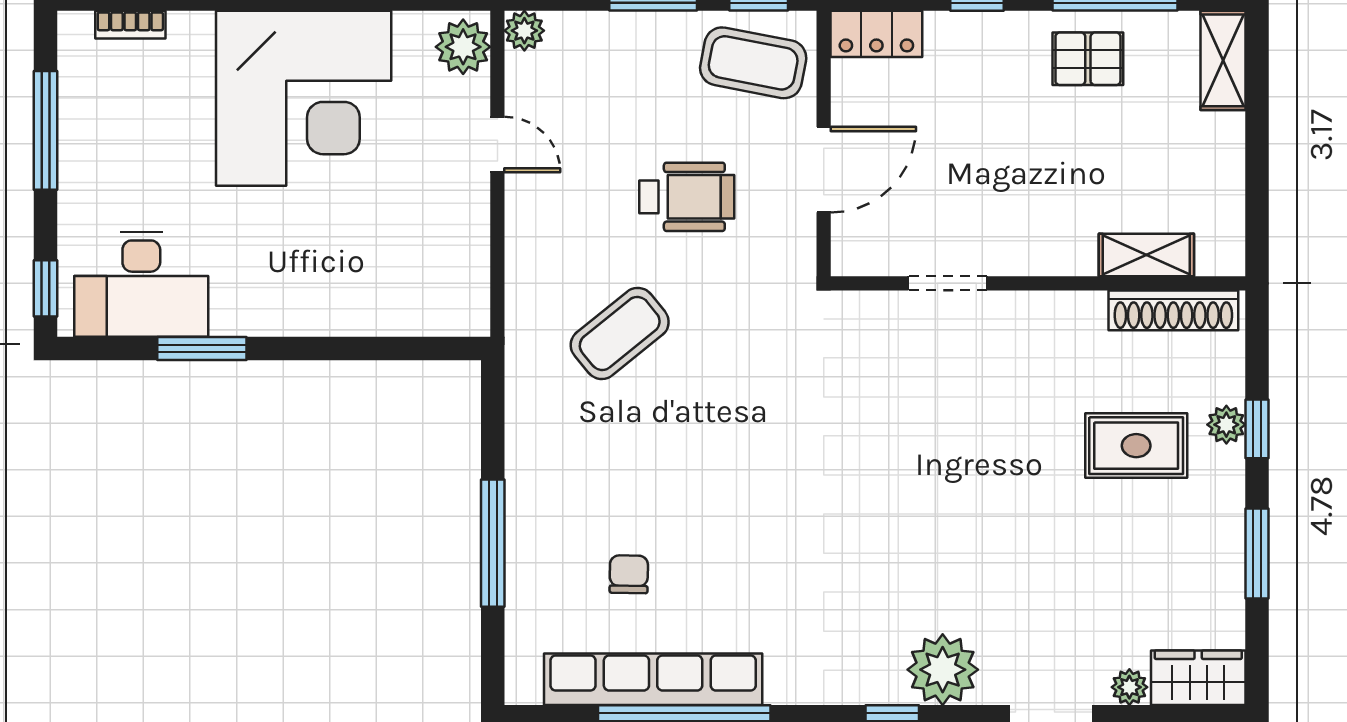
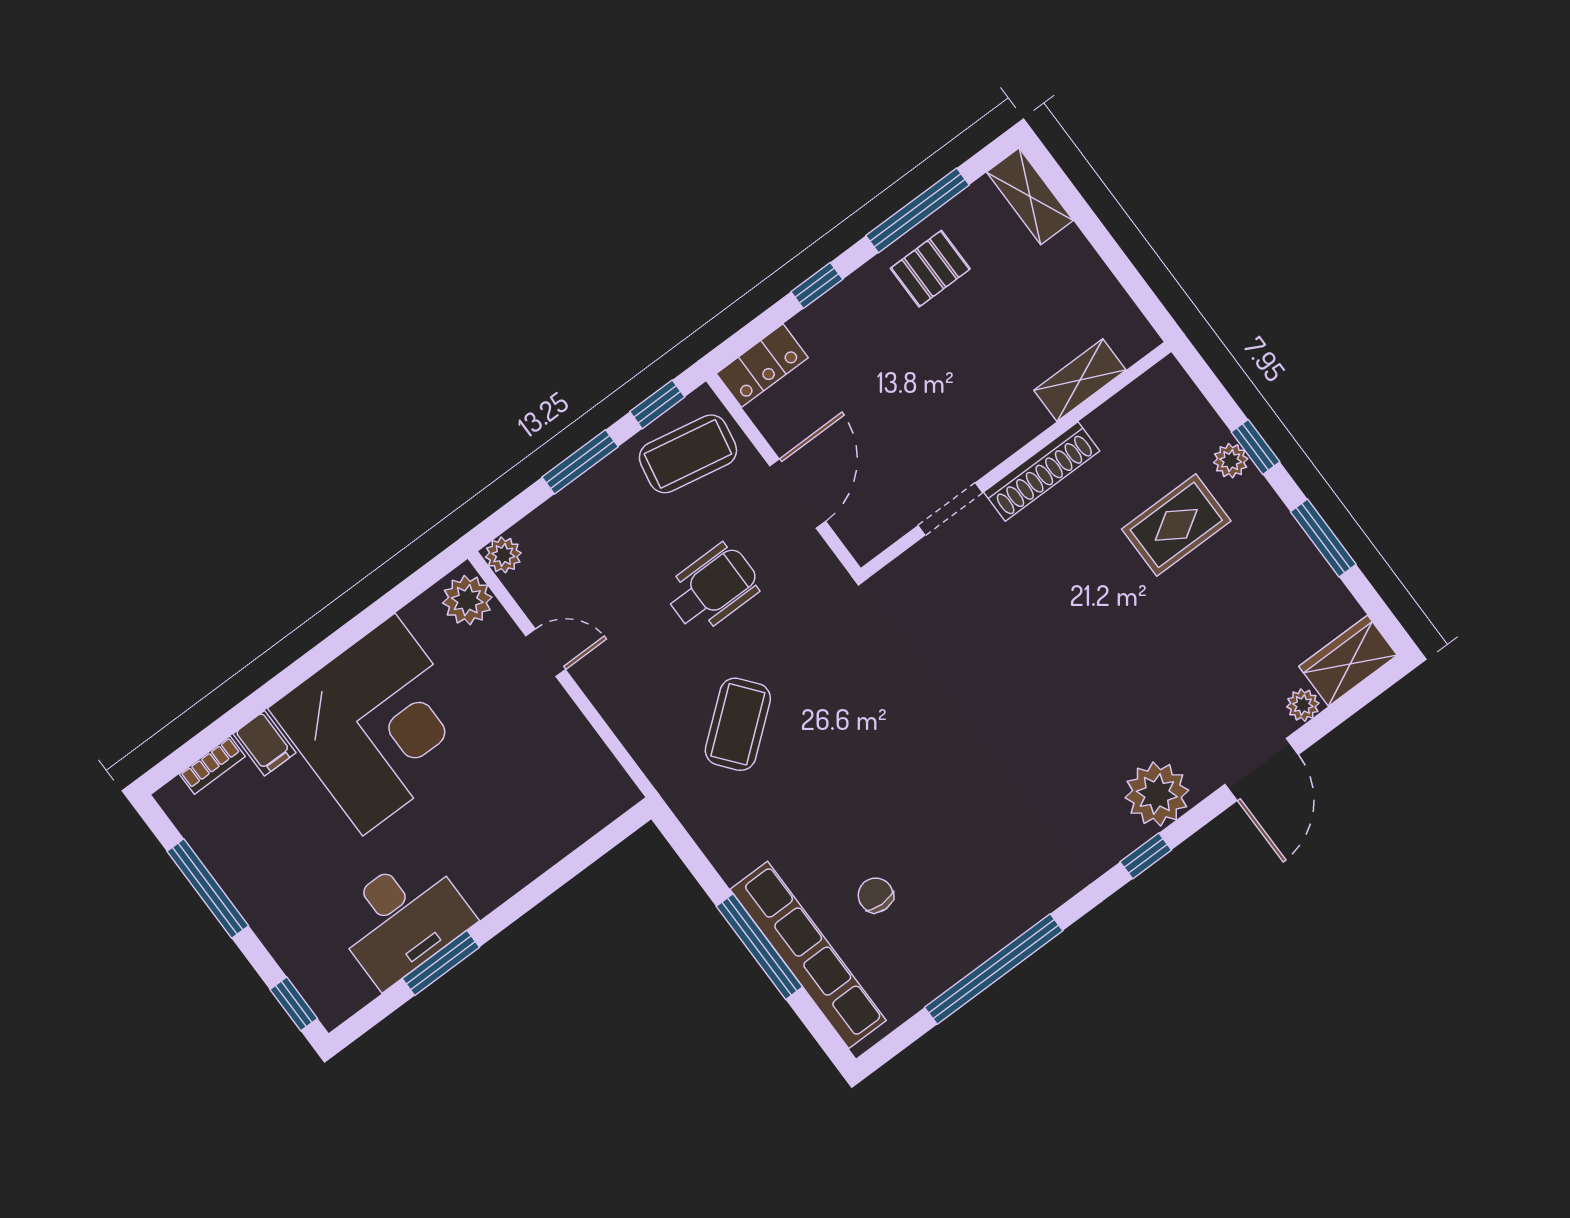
filing cabinet: (191, 40) -> (264, 743), added
desk: (141, 284) -> (402, 919), moved
shoe rack: (1173, 310) -> (1042, 472), moved
row of seats: (653, 679) -> (808, 955), moved, turned 90

